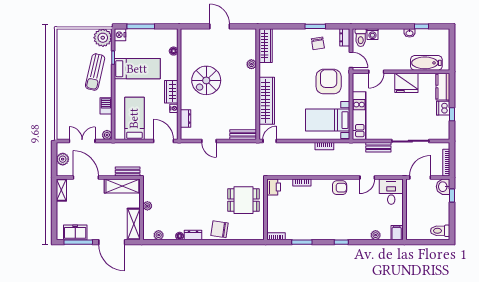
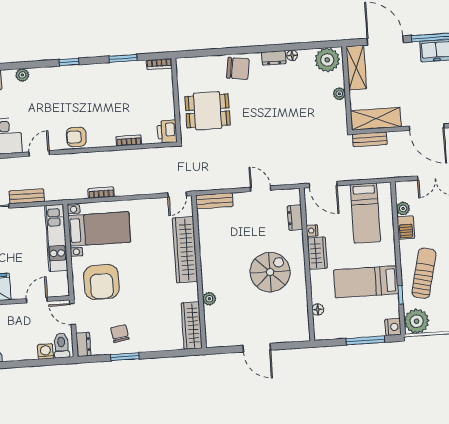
plant: (107, 135) -> (403, 208), moved
plant: (159, 235) -> (327, 60), width x1.88, depth x1.88

